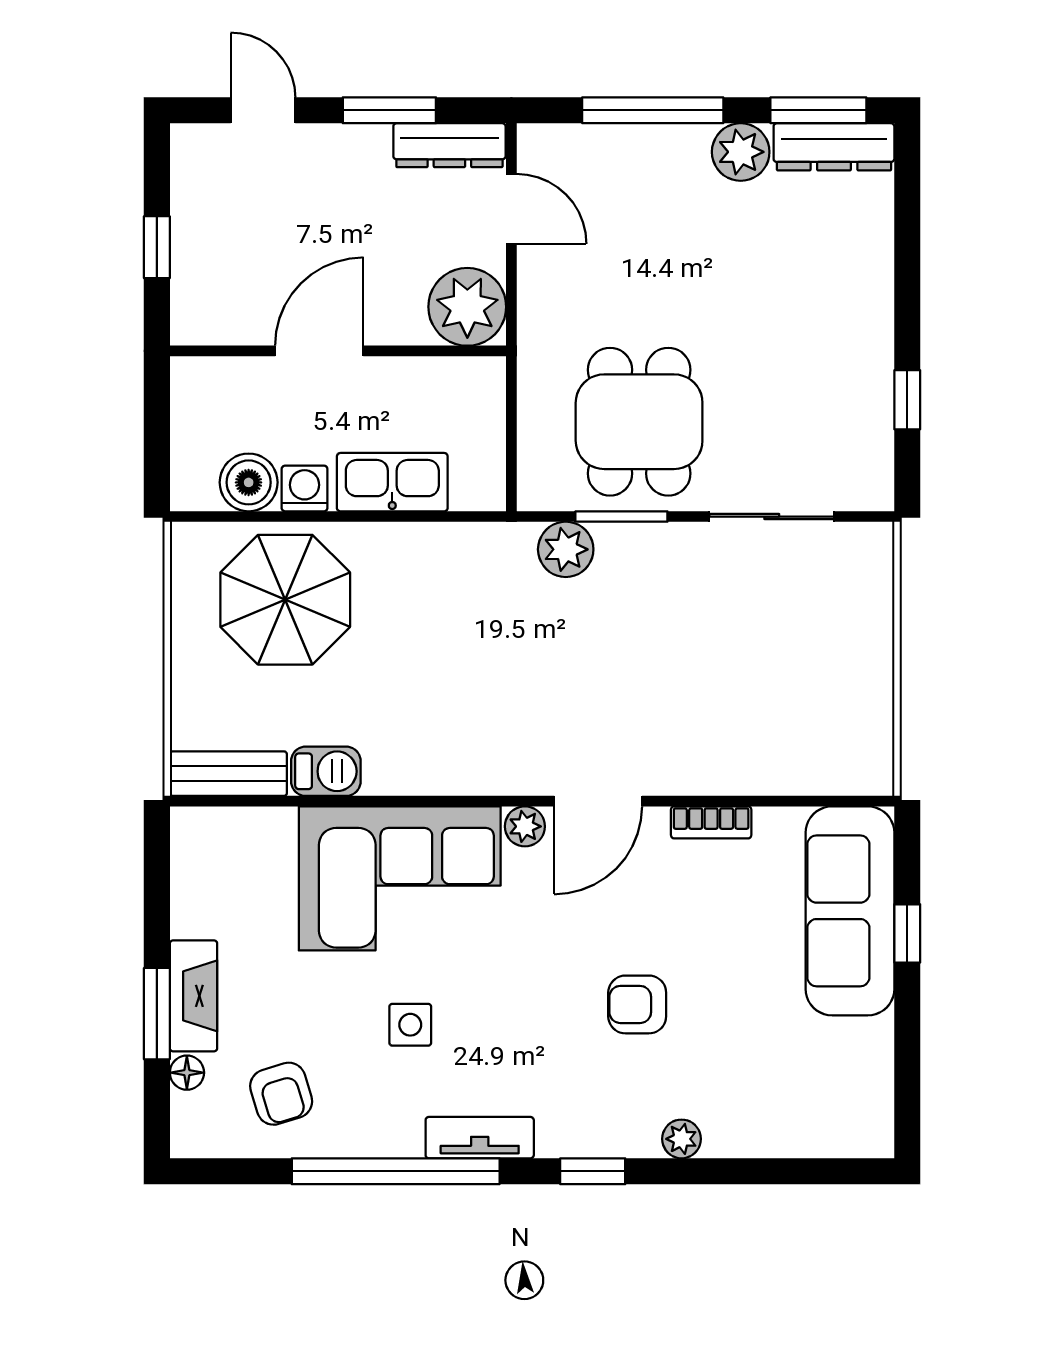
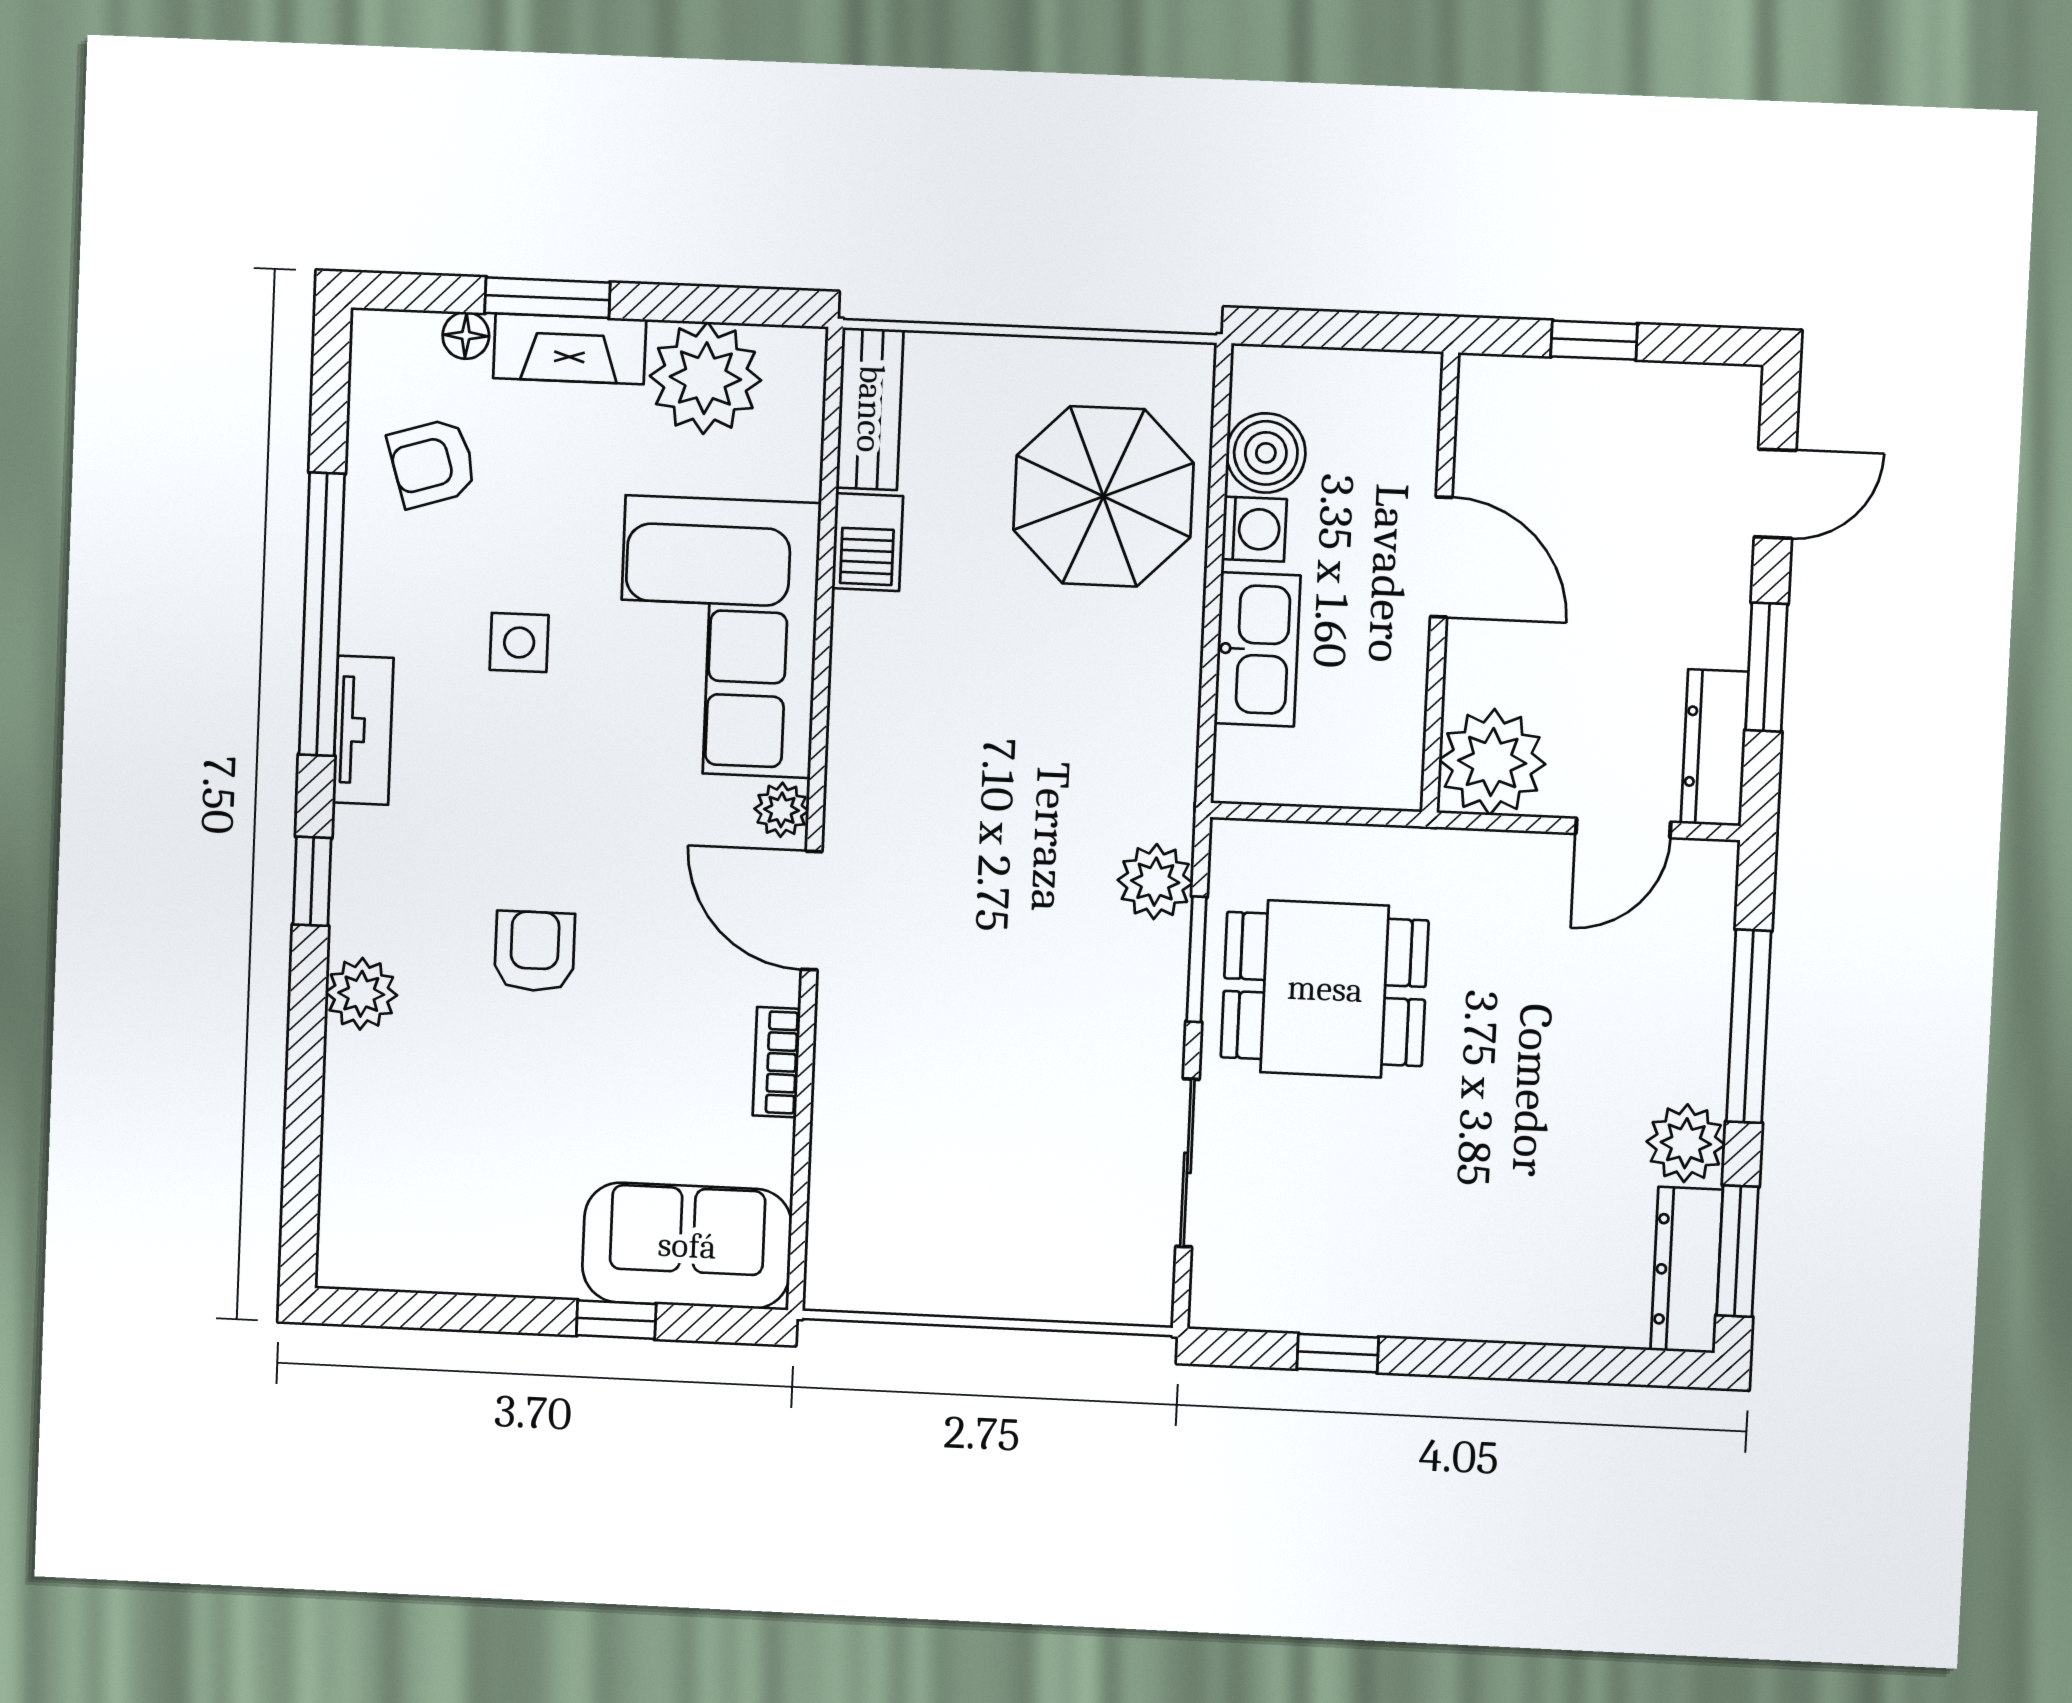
plant: (211, 895) -> (705, 378), added
sofa: (850, 911) -> (687, 1246), width x0.73
plant: (682, 1139) -> (361, 994), width x1.38, depth x1.38

